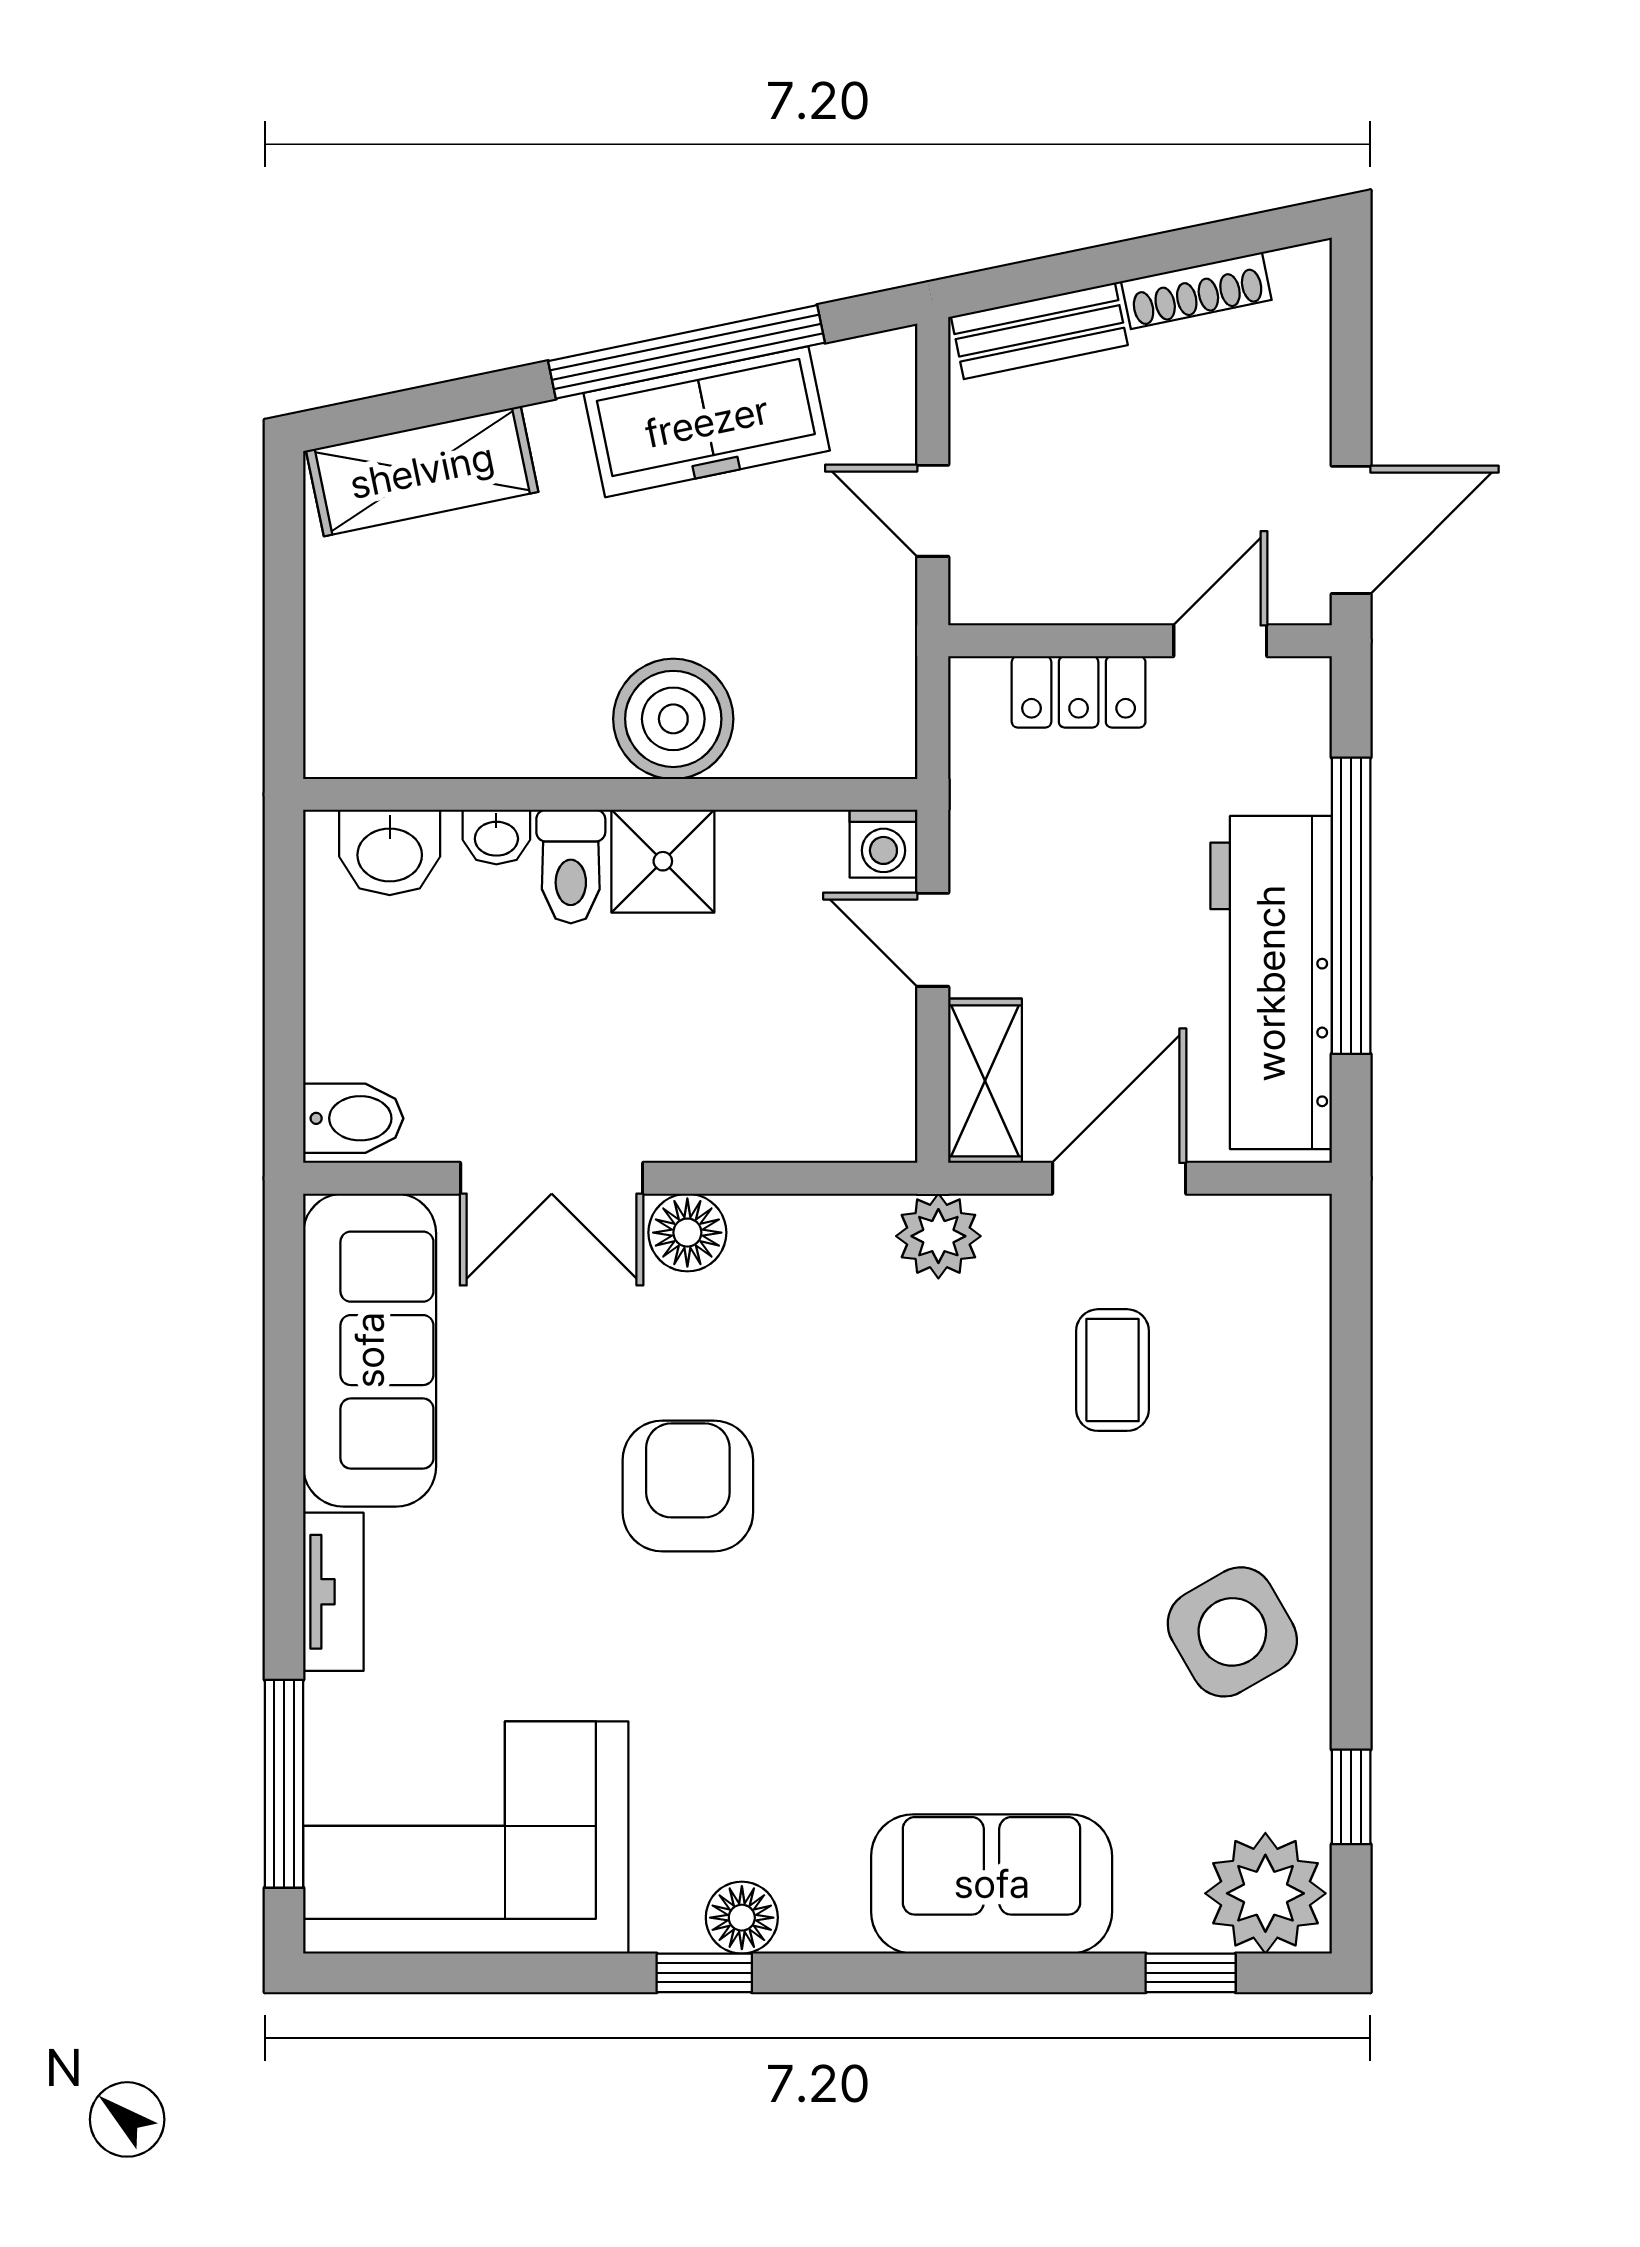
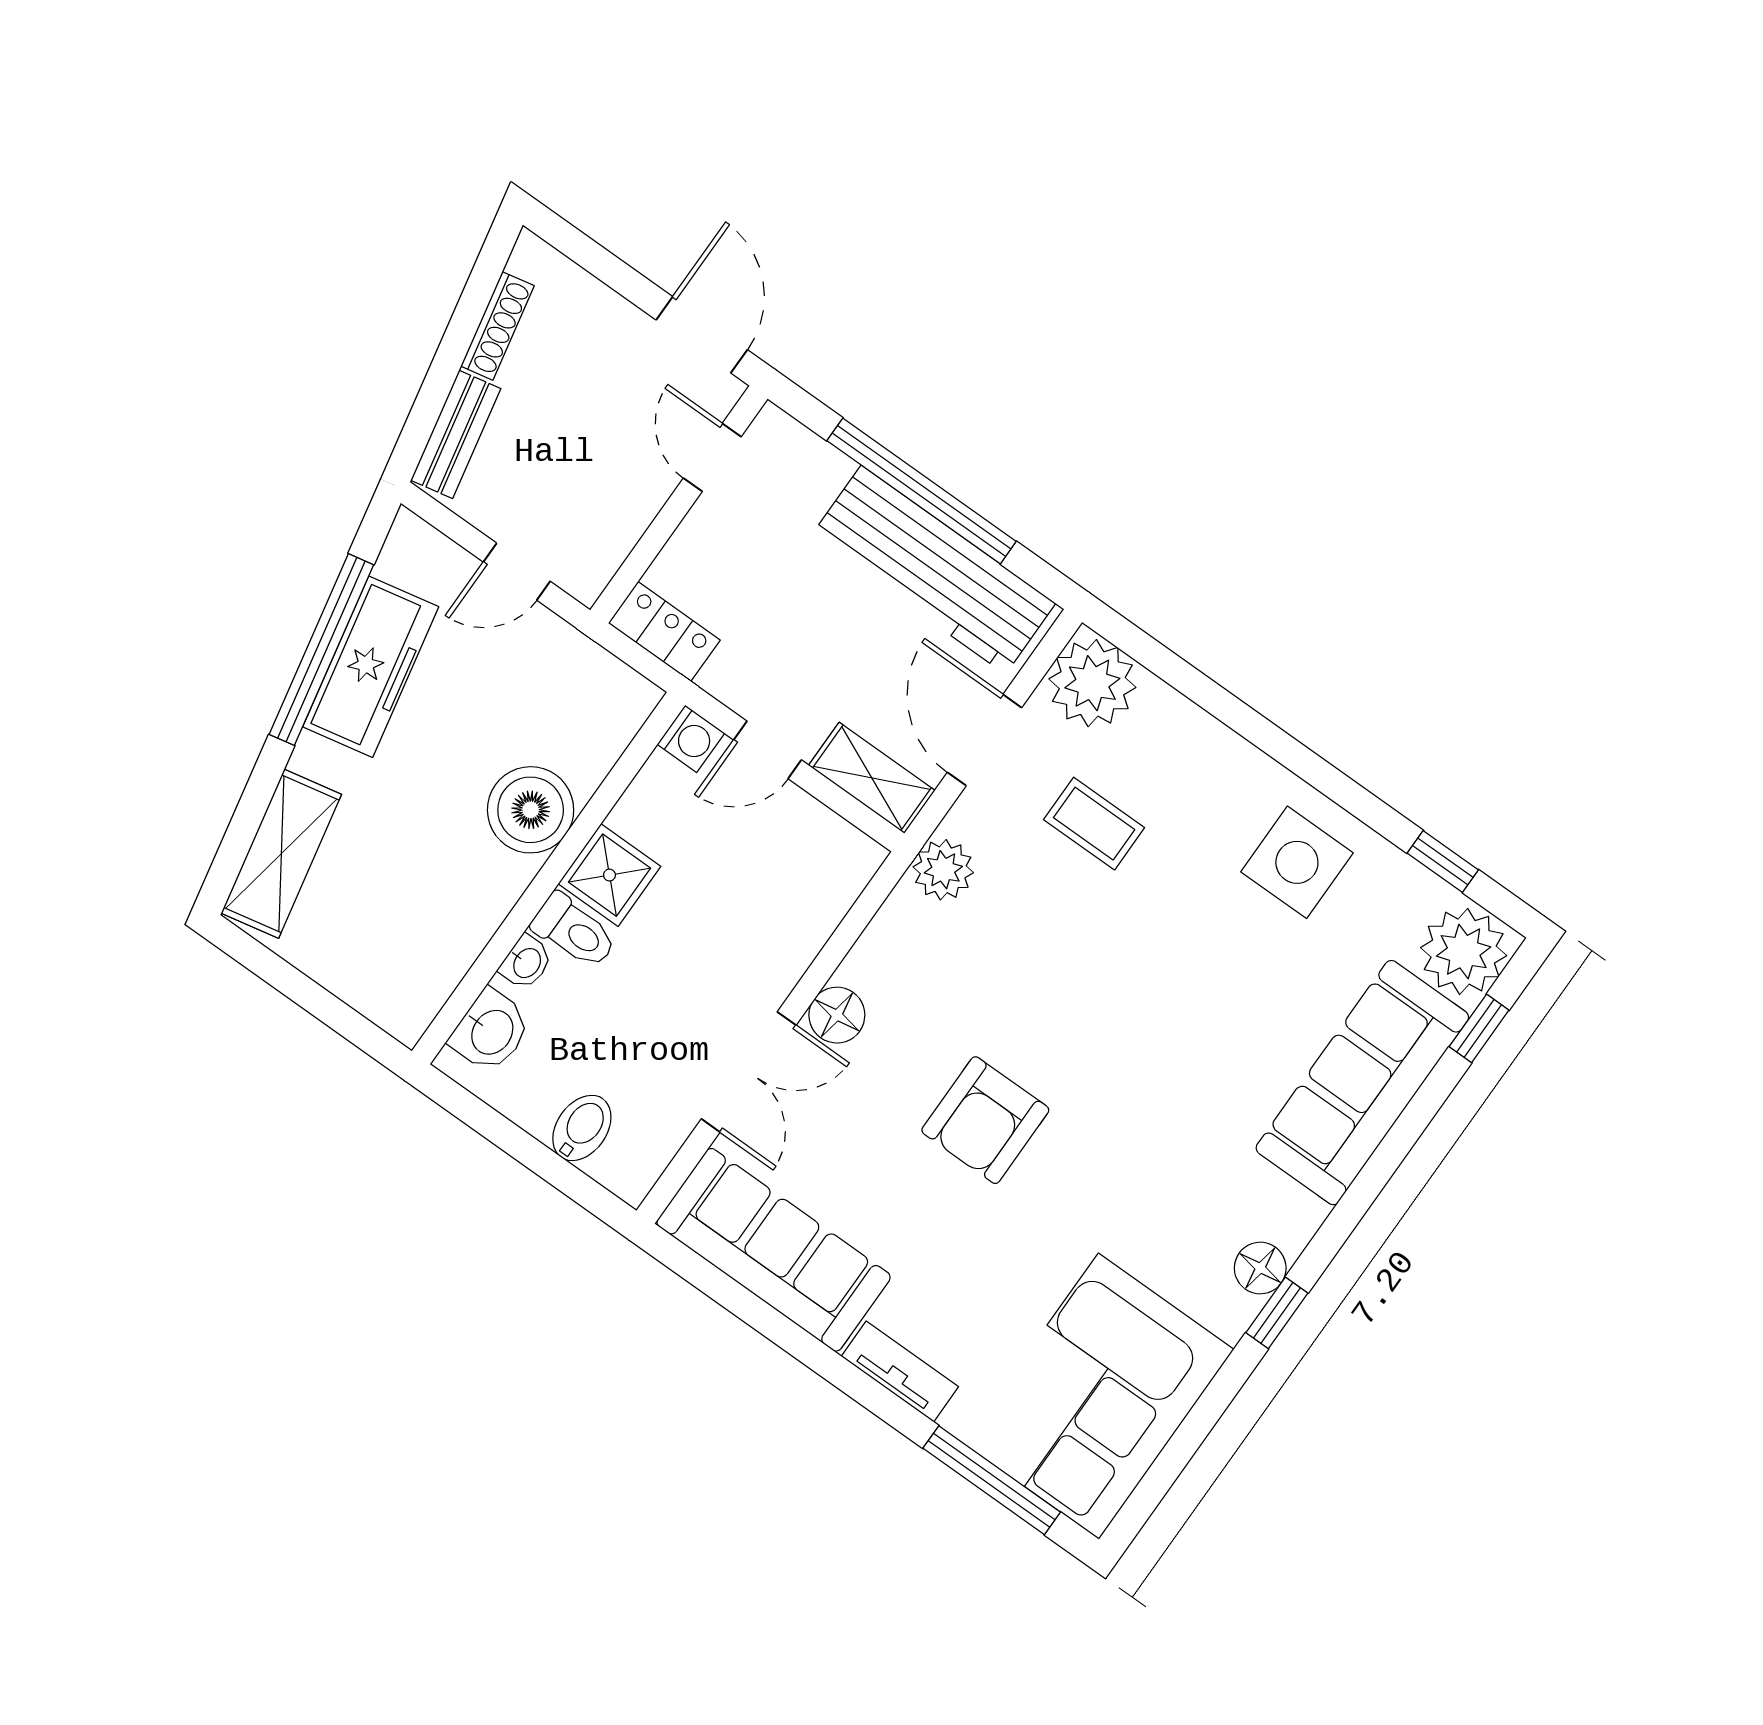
locker: (1079, 692) -> (664, 632), moved, turned -90
bidet: (353, 1118) -> (582, 1128), moved
plant: (1271, 1255) -> (1092, 683), added
armchair: (688, 1486) -> (985, 1120), turned -90
side table: (1232, 1632) -> (1297, 862), turned 30
sofa: (992, 1884) -> (1362, 1083), width x1.36

